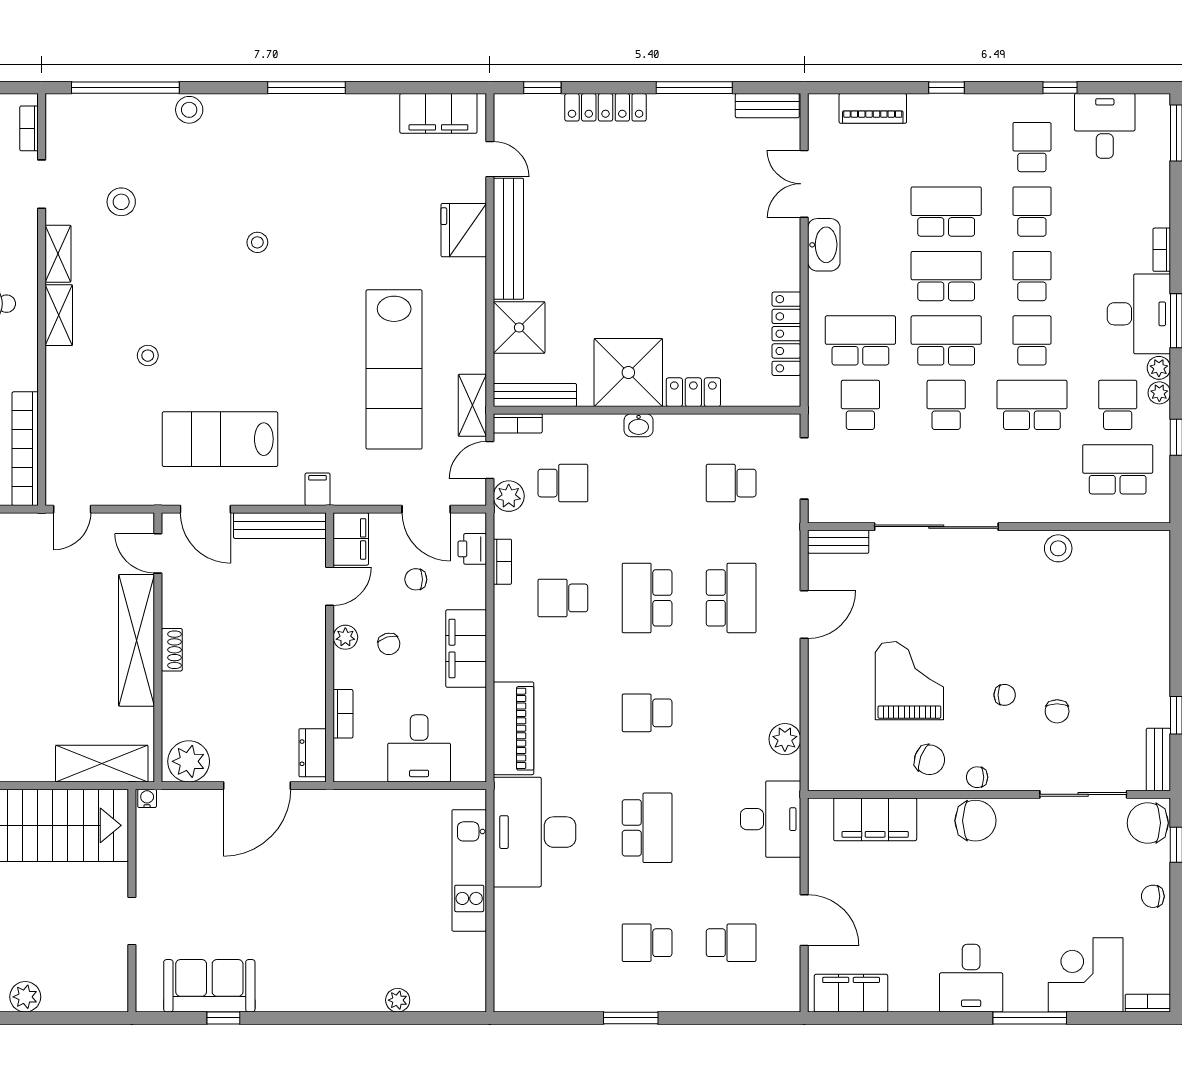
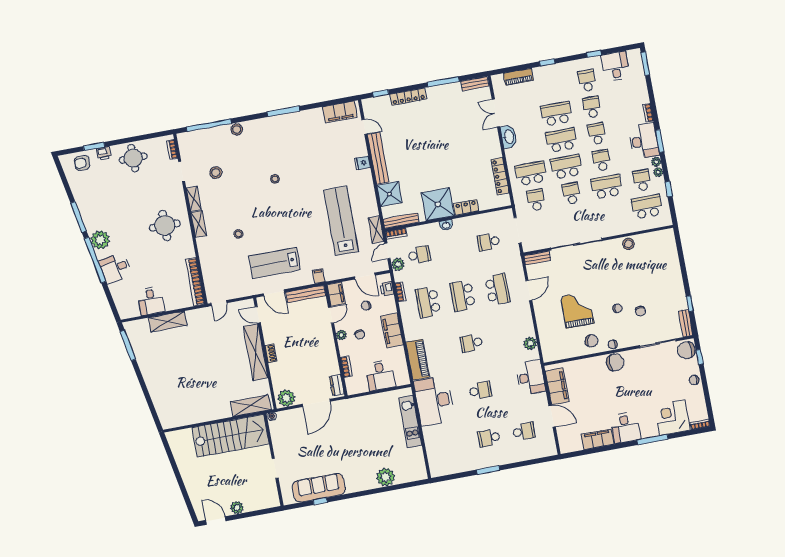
fridge: (464, 230) -> (362, 163), width x0.53, depth x0.75
lab bench: (394, 369) -> (341, 221), turned 180
school desk: (563, 598) -> (428, 302), width x1.85
filing cabinet: (875, 819) -> (557, 386), moved, turned -90
school desk: (647, 828) -> (480, 390), width x0.54
sofa: (209, 986) -> (319, 488), width x1.36
filing cabinet: (851, 993) -> (597, 439), moved
plant: (398, 1000) -> (386, 477), width x1.87, depth x1.87

